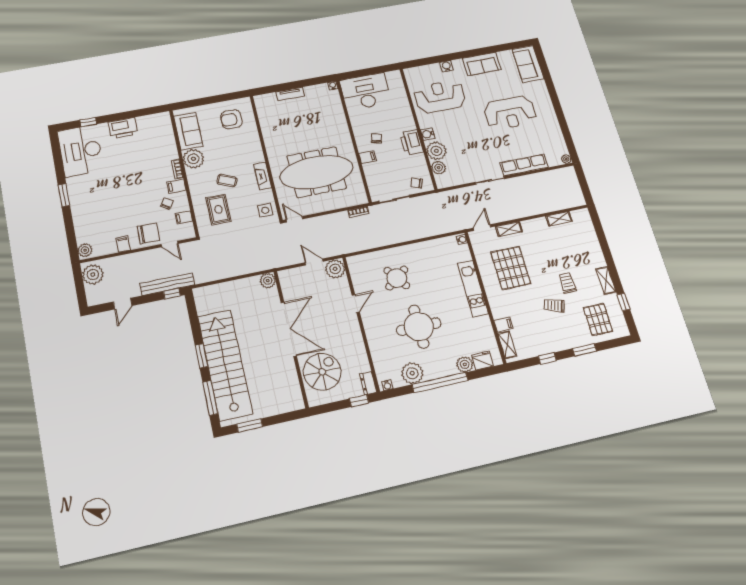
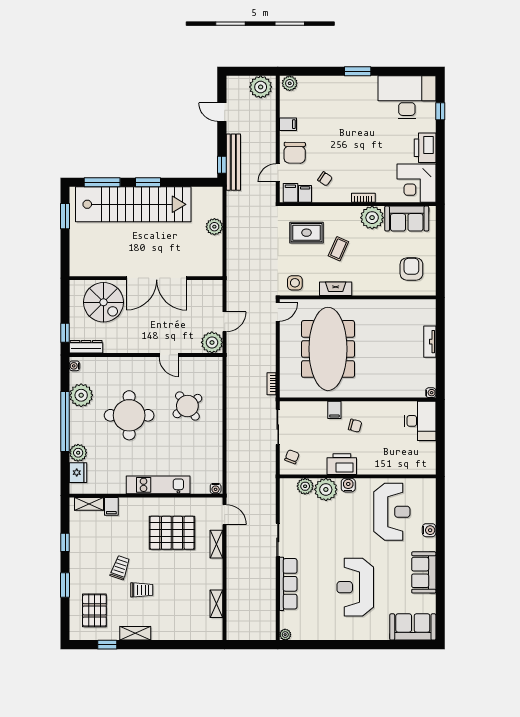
desk: (366, 92) -> (420, 421), width x0.73, depth x0.77
corner desk: (156, 129) -> (416, 183), added
filing cabinet: (176, 186) -> (290, 193), moved
plant: (268, 281) -> (214, 227), moved
pallet: (598, 319) -> (94, 610), turned 90
dresser: (368, 383) -> (86, 347), width x1.44

